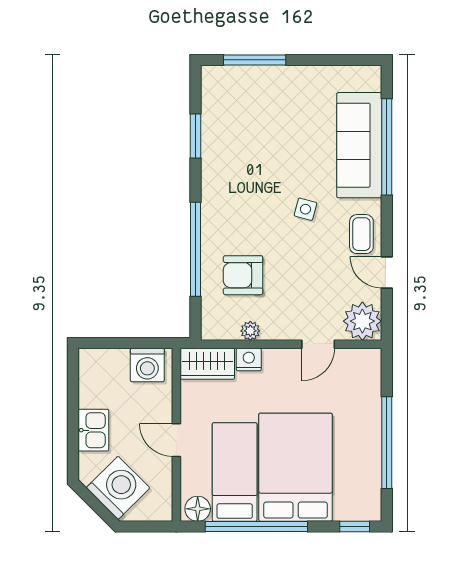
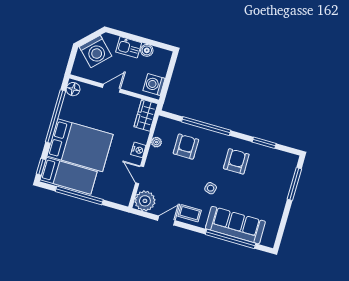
armchair: (244, 177) -> (236, 161), added
nightstand: (249, 359) -> (138, 150), moved
boiler: (90, 396) -> (147, 50), added
bed: (235, 472) -> (69, 176), moved

